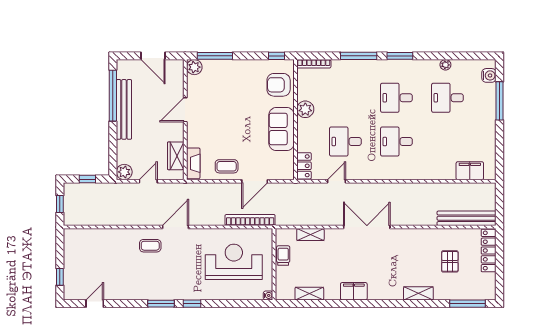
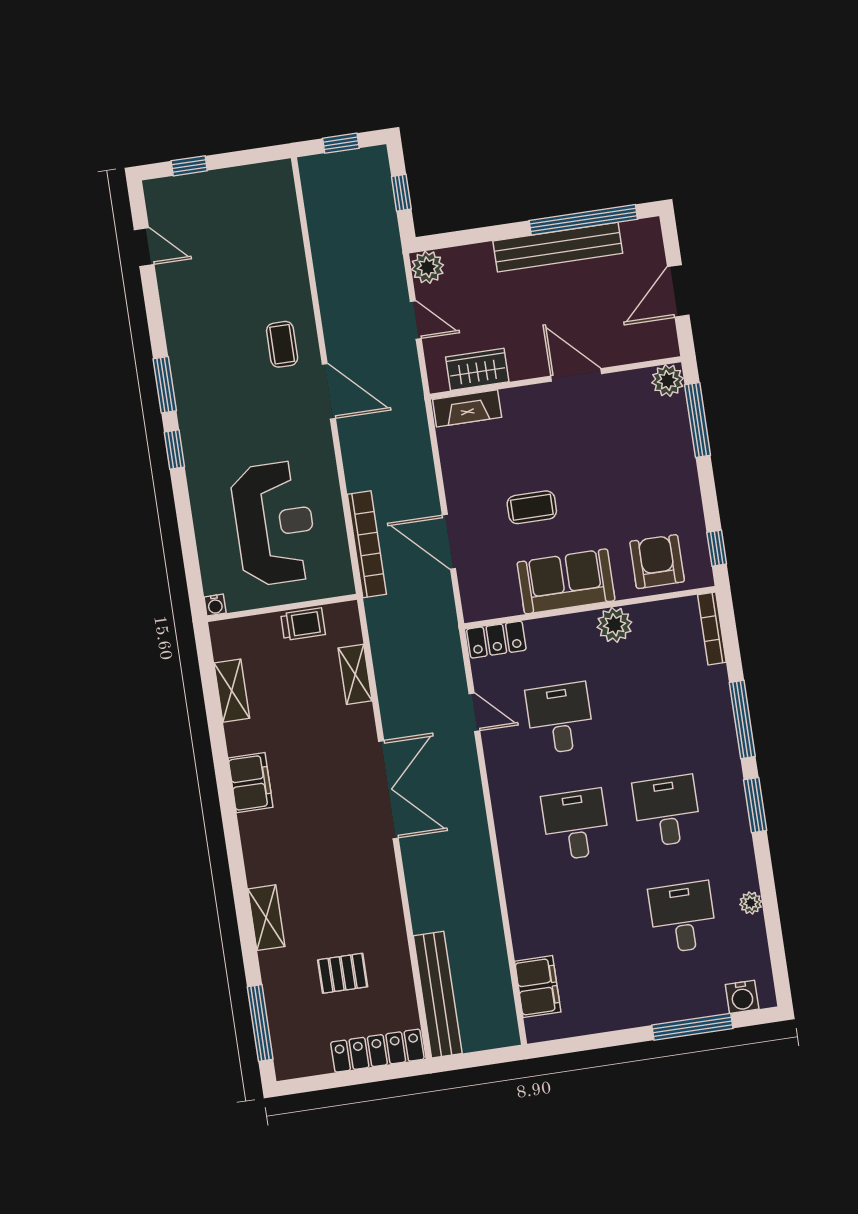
coffee table: (227, 166) -> (532, 507), moved, turned 90

